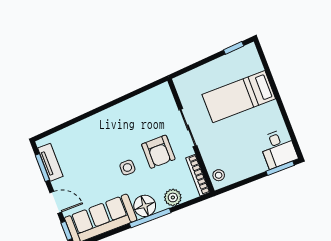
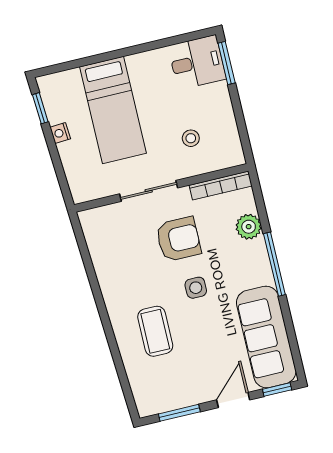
nightstand: (219, 63) -> (60, 133), added
coffee table: (95, 144) -> (155, 331), added
tv unit: (50, 162) -> (173, 400), removed
stool: (219, 175) -> (191, 138), moved
floor lamp: (145, 206) -> (256, 270), removed

